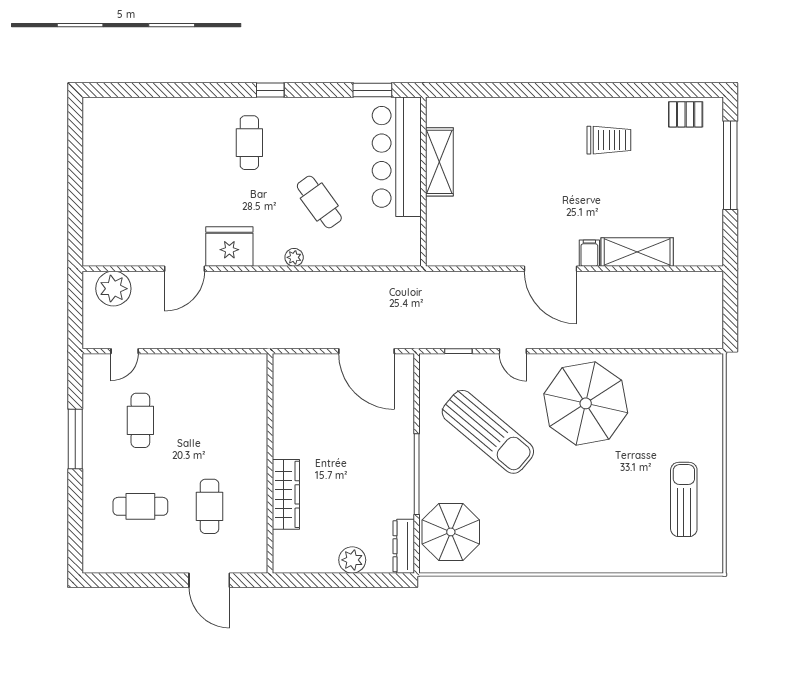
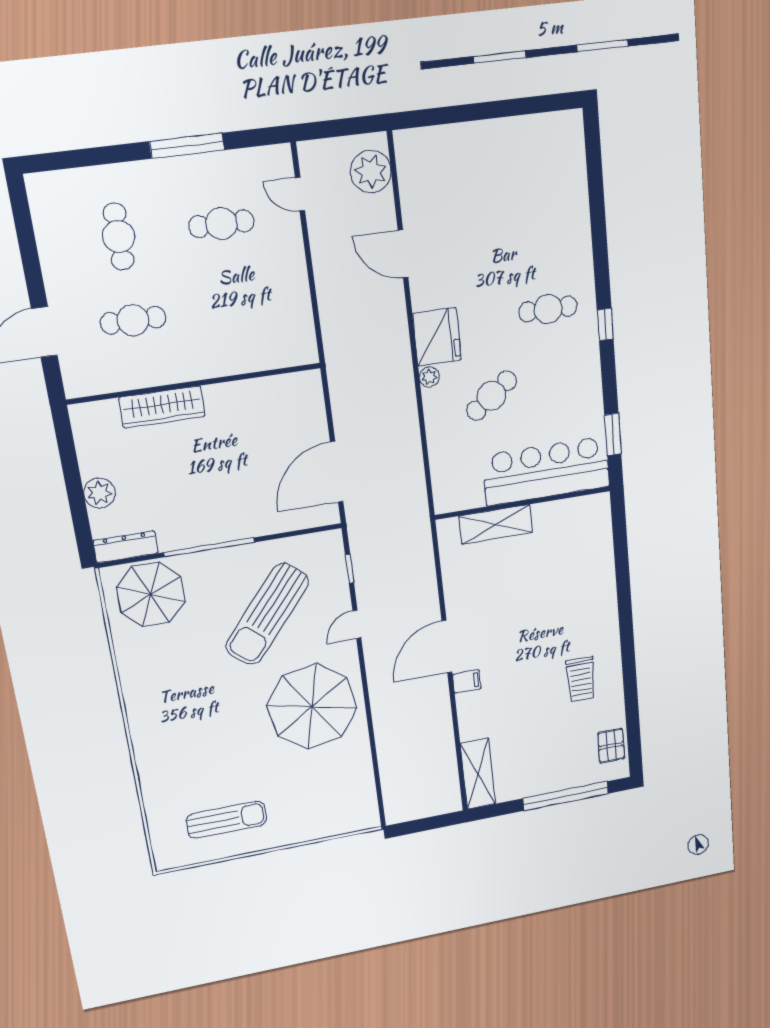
shelving: (439, 162) -> (496, 524), moved
fridge: (229, 247) -> (437, 337), moved
shelving: (637, 252) -> (478, 774), moved

